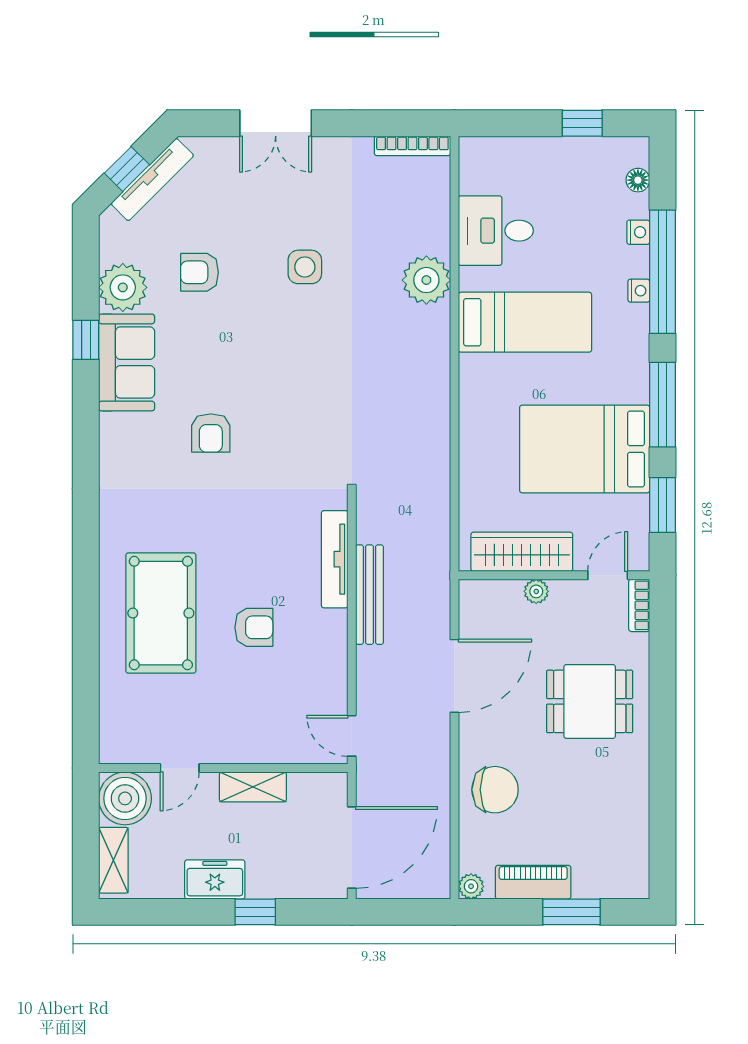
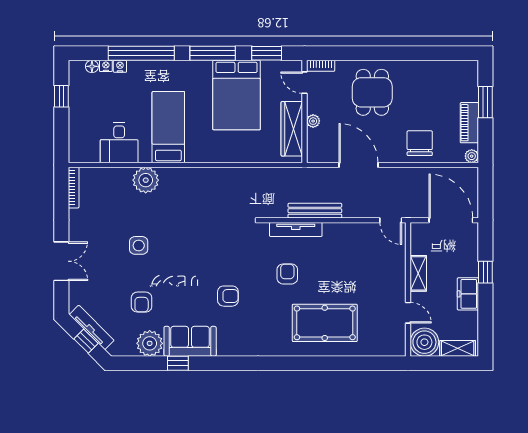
nightstand: (639, 291) -> (106, 66), moved
armchair: (254, 627) -> (287, 274), moved
door: (352, 736) -> (391, 220), hinge flipped

